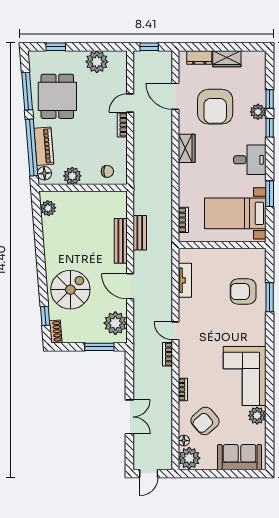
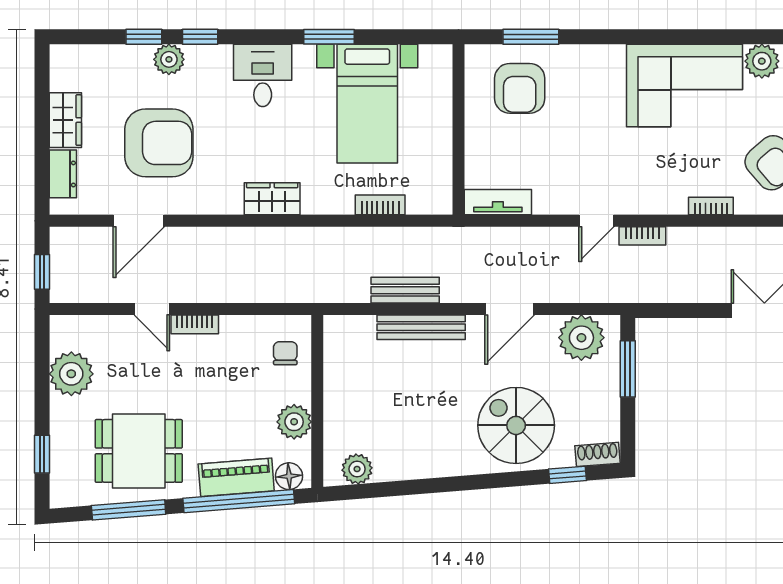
wardrobe: (187, 148) -> (272, 199), moved
wall: (222, 245) -> (459, 129), moved

